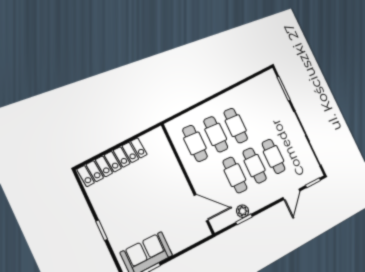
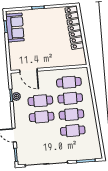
cafe table: (274, 156) -> (73, 131), moved
door: (201, 208) -> (28, 70), hinge flipped

